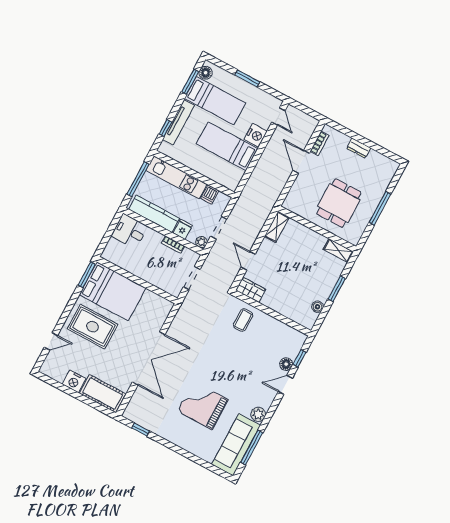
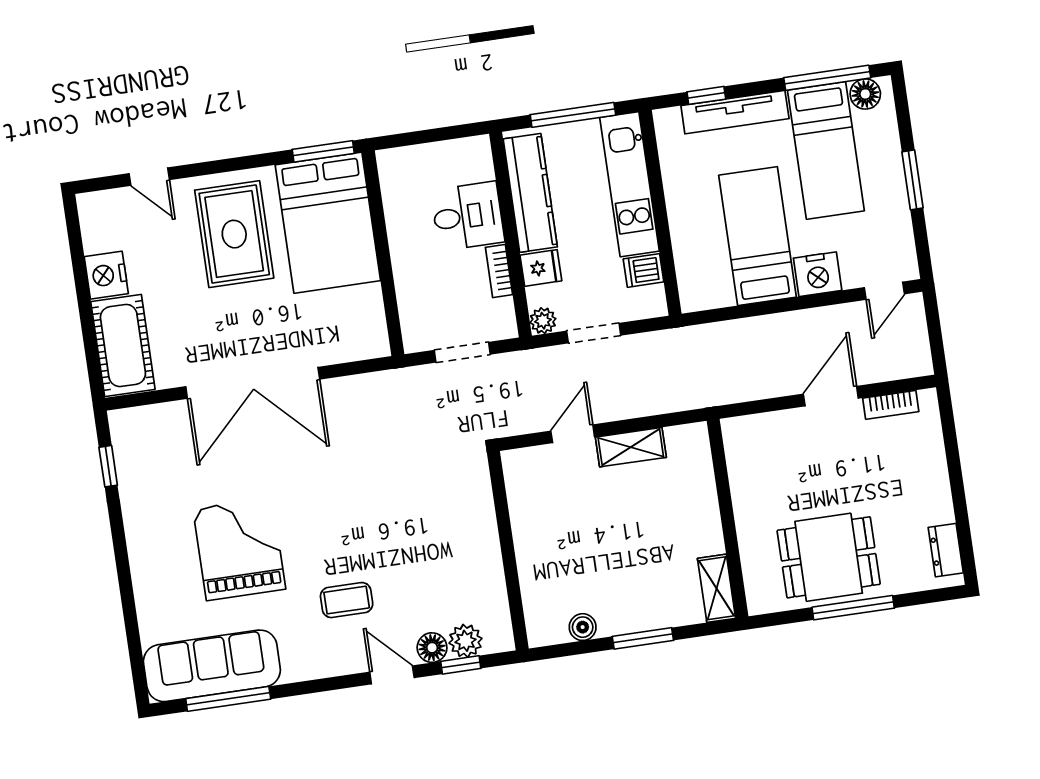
window: (190, 82) -> (827, 78), width x1.44
dresser: (359, 148) -> (946, 550), moved
dining table: (339, 203) -> (829, 557), moved
shelving: (277, 227) -> (631, 447), moved
desk: (129, 231) -> (468, 216), moved, turned 90
wardrobe: (251, 290) -> (522, 479), removed
coffee table: (243, 320) -> (347, 600), moved
plant: (258, 414) -> (465, 641), moved

